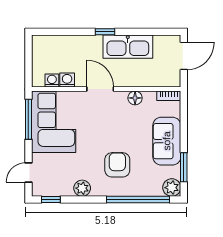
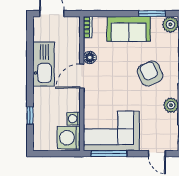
window: (105, 32) -> (30, 115), moved
washing machine: (52, 81) -> (69, 138), width x1.89, depth x1.89
door: (100, 89) -> (82, 76), moved
armchair: (117, 165) -> (150, 73), turned 65

